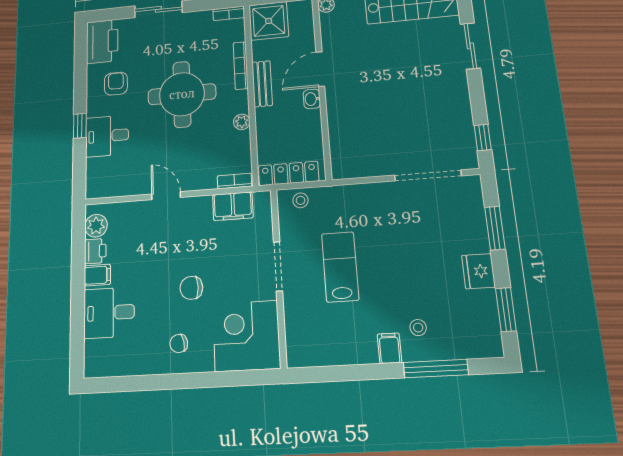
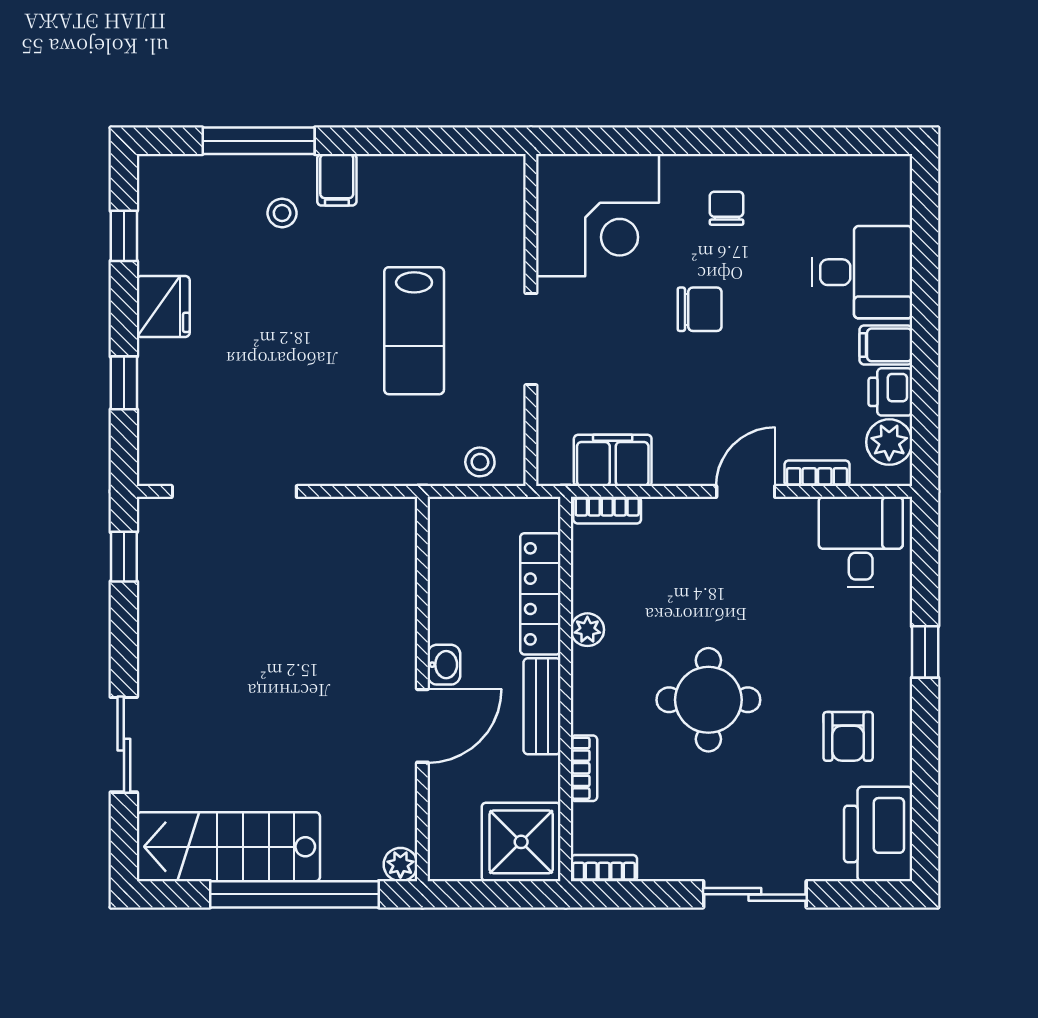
bookcase: (241, 66) -> (584, 768), width x0.64
round table: (182, 94) -> (708, 700), width x0.73, depth x0.73
desk: (107, 136) -> (861, 542), moved, turned -90
locker: (289, 173) -> (540, 594), moved, turned 90
door: (166, 196) -> (746, 491), swing flipped
bookcase: (131, 207) -> (817, 473), added
window: (495, 228) -> (124, 383), width x0.67
window: (506, 310) -> (124, 236), width x0.67
chair: (179, 343) -> (727, 208), turned -80

